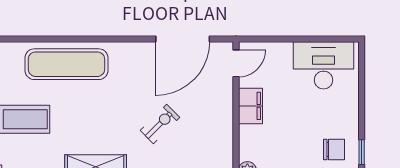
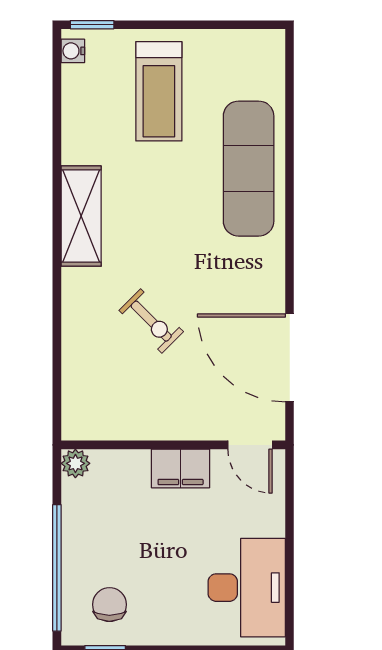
chair: (334, 150) -> (109, 605), turned 180

